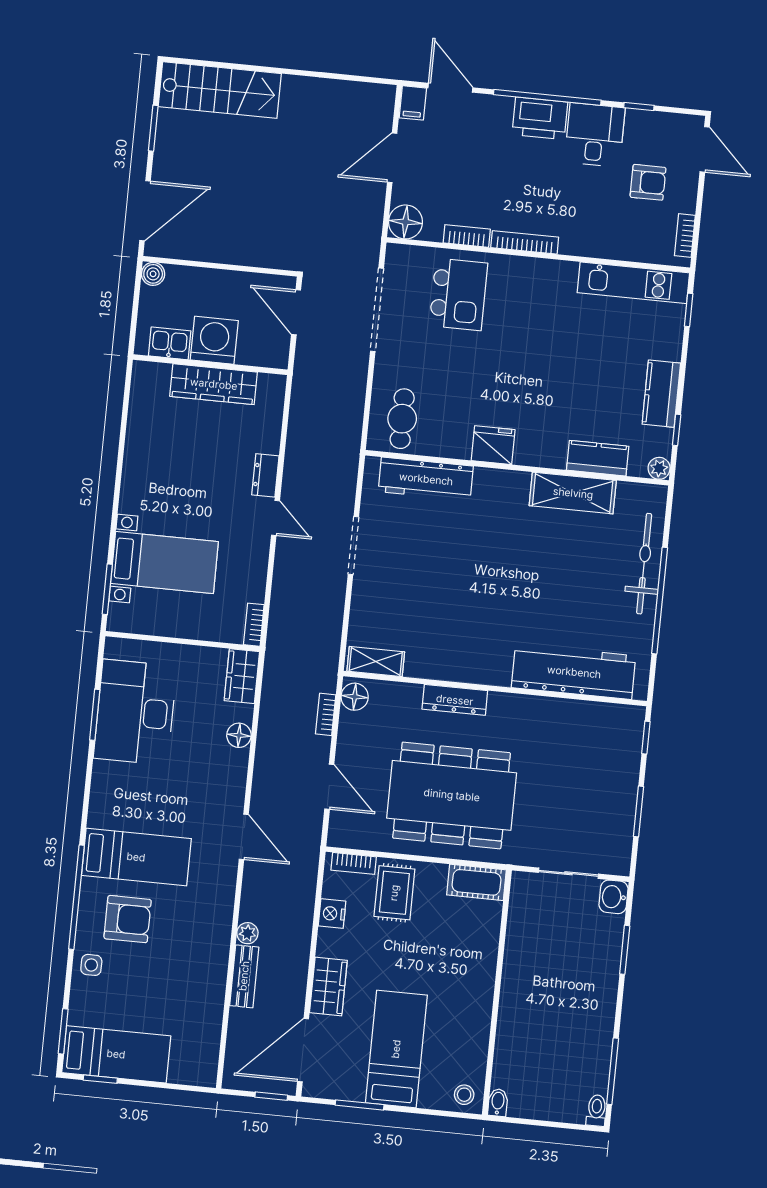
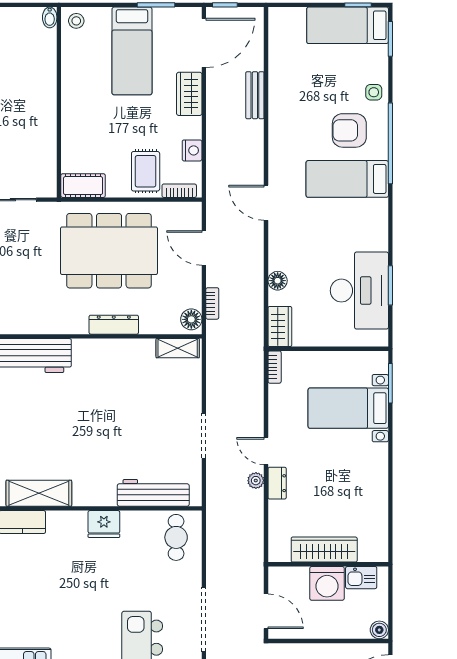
plant: (247, 933) -> (256, 481), moved

